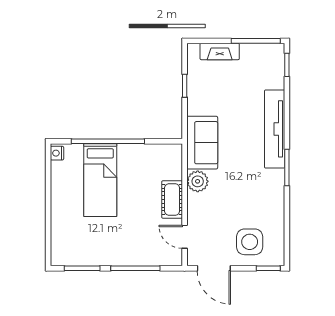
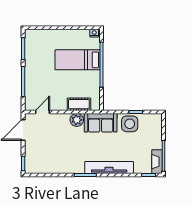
fireplace: (220, 51) -> (157, 162), moved
cot: (172, 200) -> (79, 104), moved
side table: (250, 242) -> (130, 124), moved

